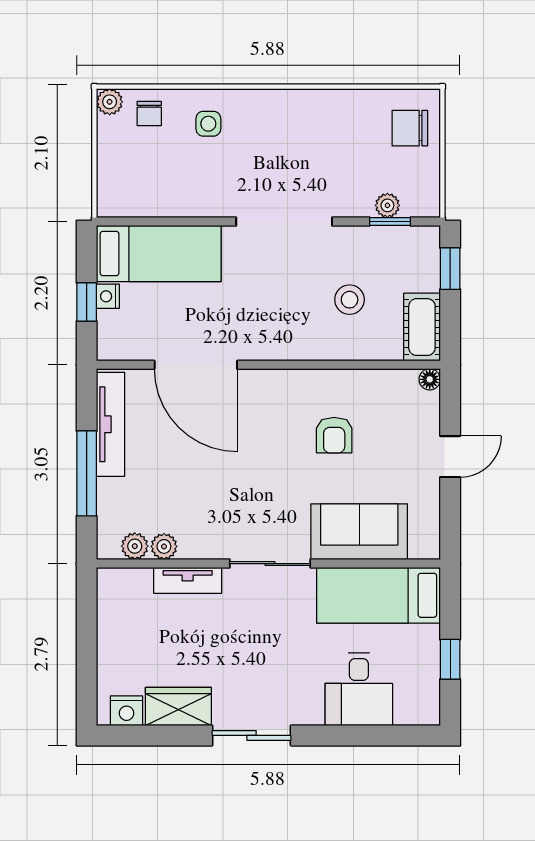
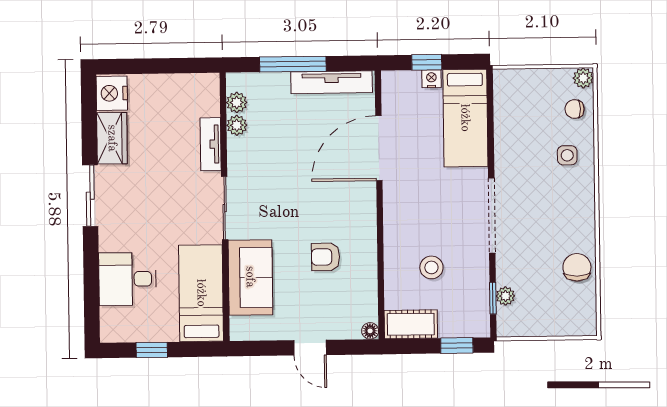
chair: (410, 128) -> (577, 267), moved
nightstand: (127, 711) -> (112, 93), width x1.36, depth x1.33

